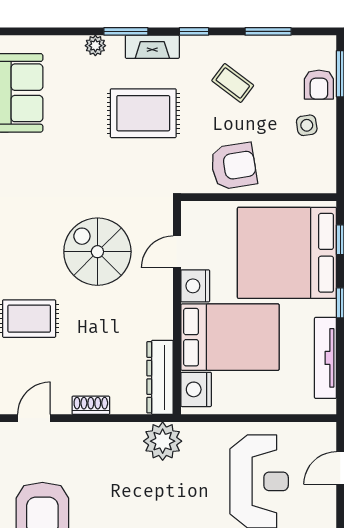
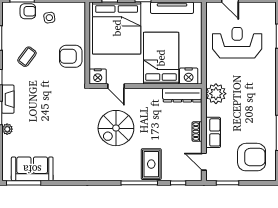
rug: (143, 113) -> (43, 104), removed
armchair: (234, 166) -> (71, 56), turned -81
nightstand: (195, 286) -> (98, 76), moved
row of seats: (89, 436) -> (213, 132), added

